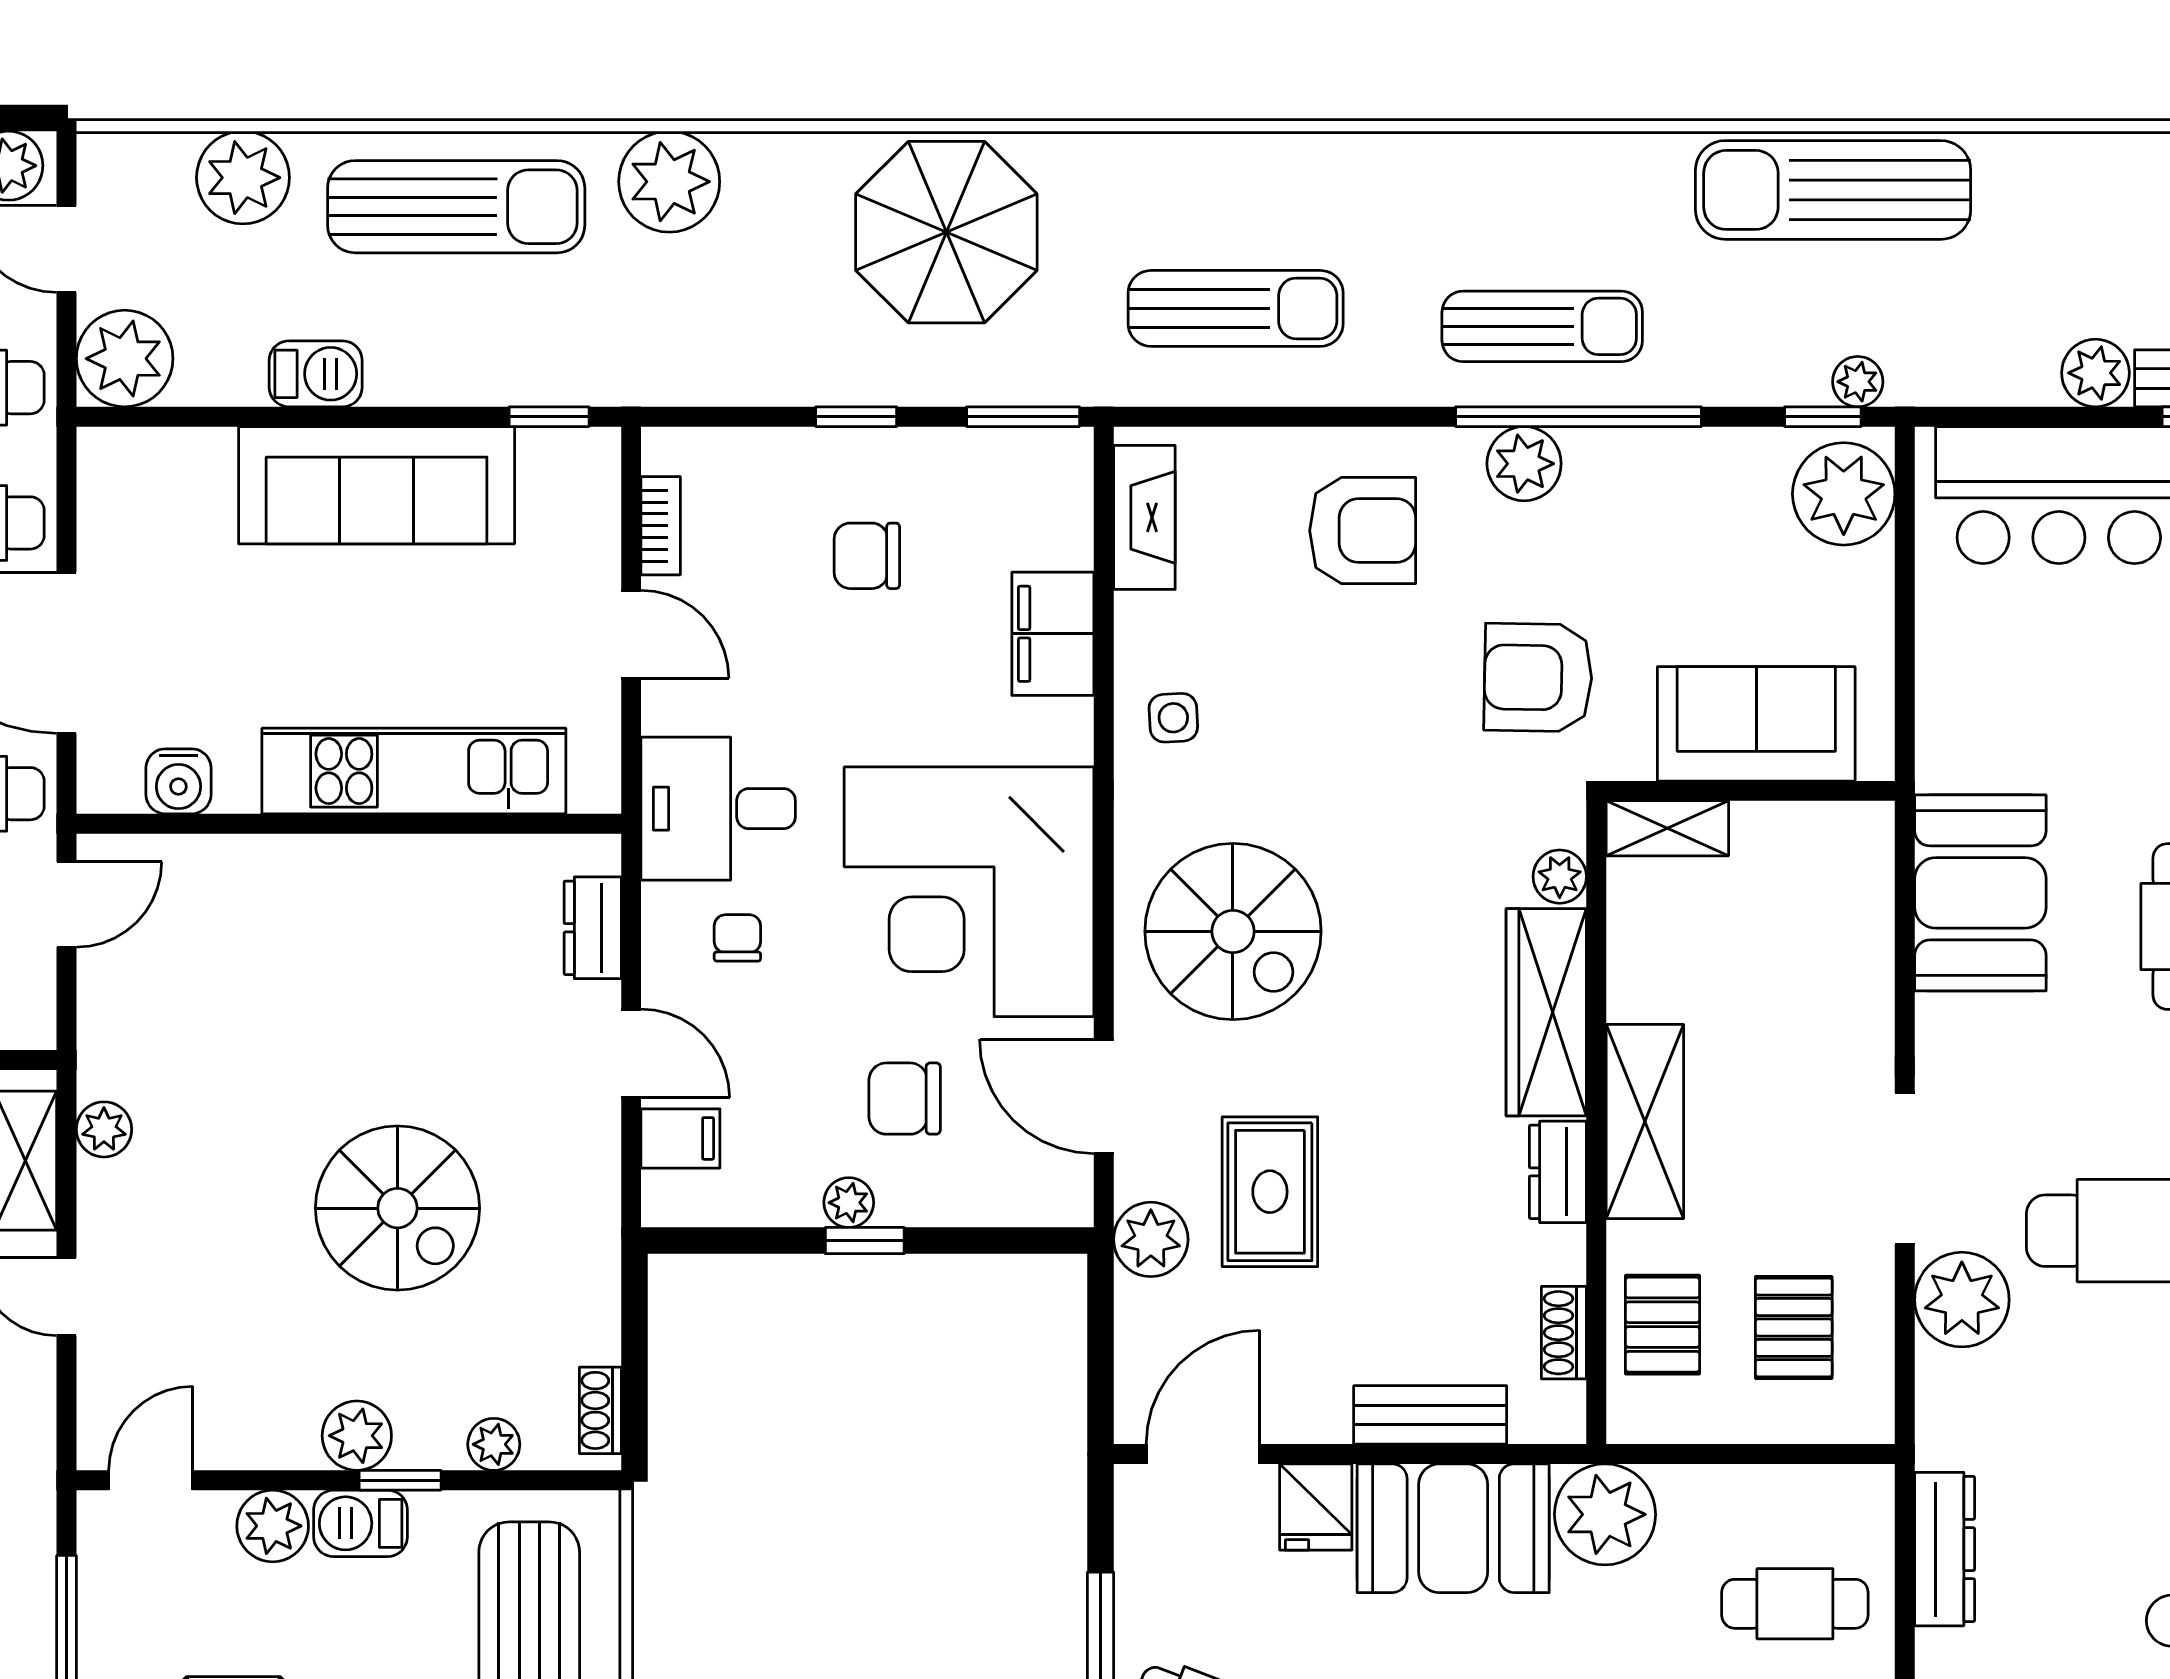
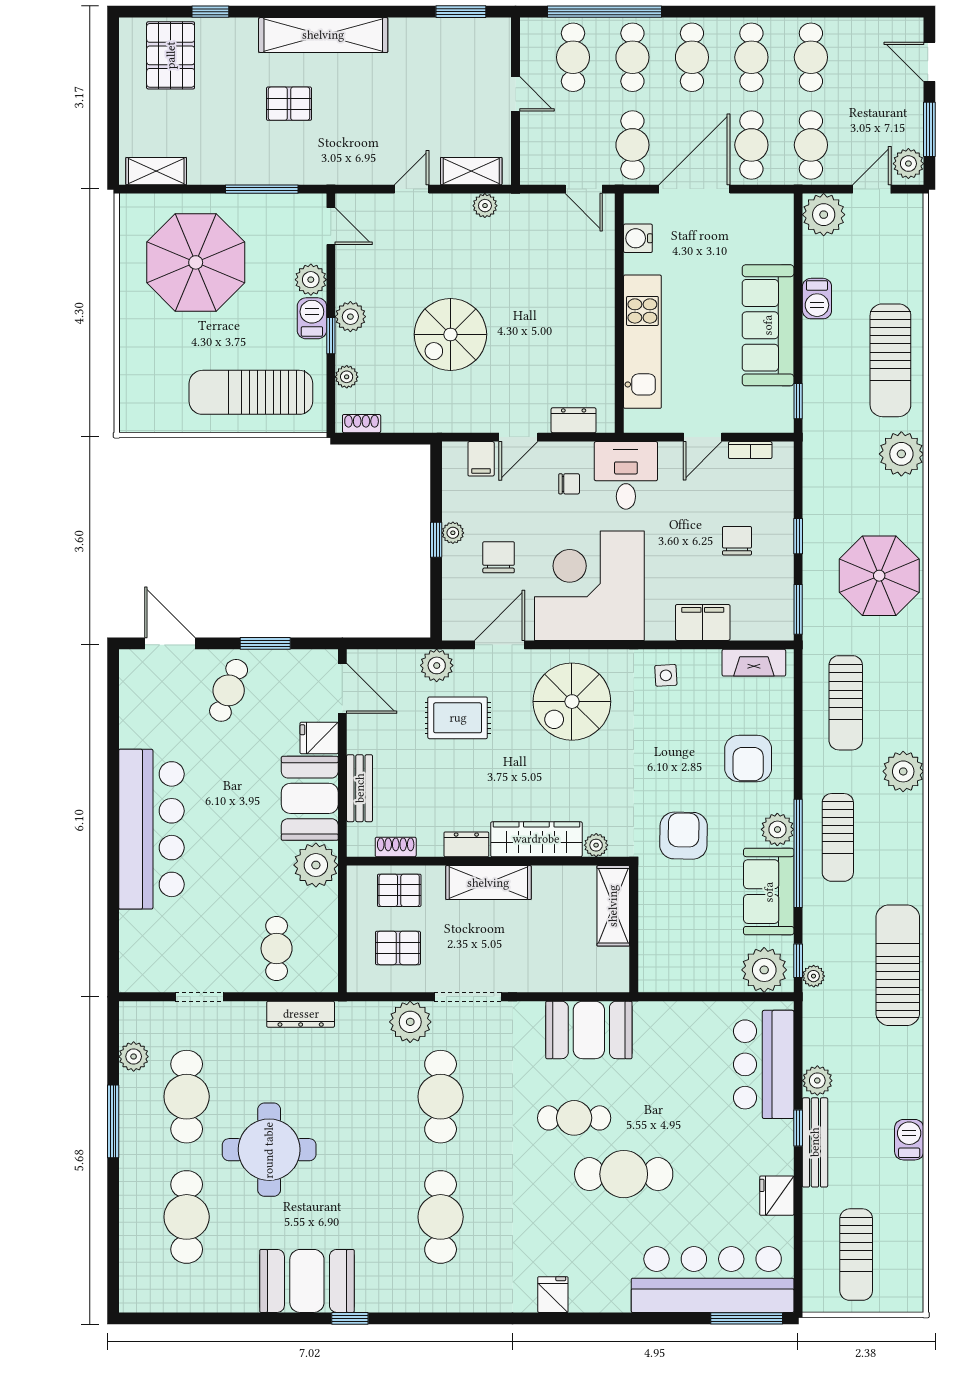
plant: (243, 178) -> (903, 771), moved
sofa: (1756, 724) -> (769, 892), moved, turned 180
shelving: (1667, 828) -> (613, 906), width x1.50, depth x1.33

